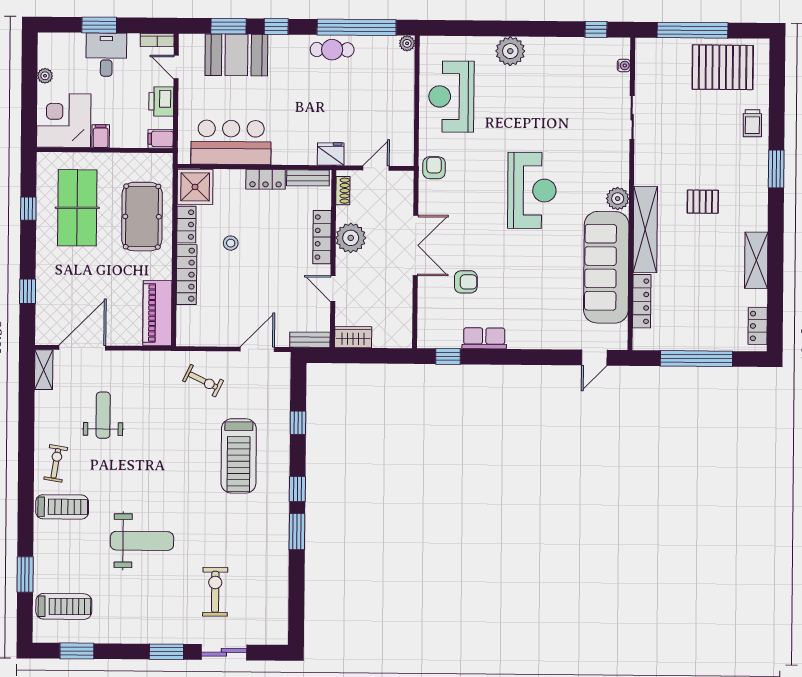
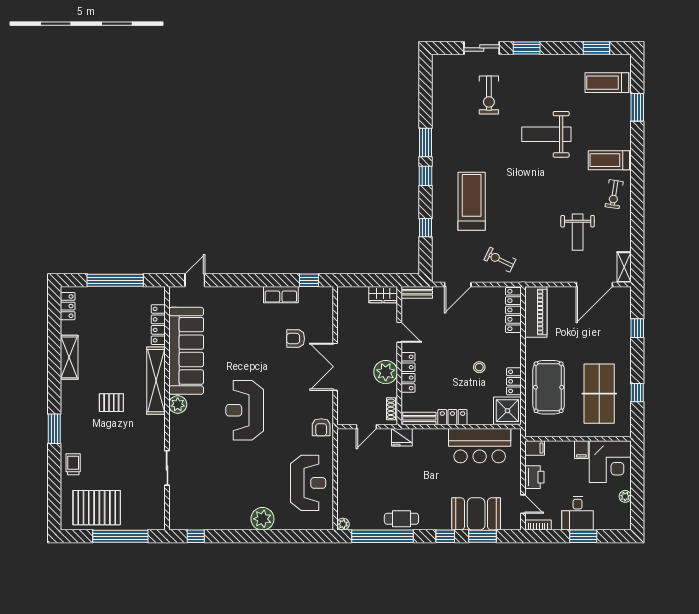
water cooler: (624, 65) -> (174, 508), removed
locker: (187, 275) -> (513, 310), moved

